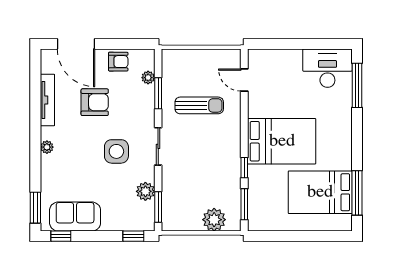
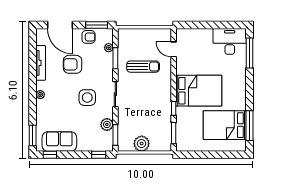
window: (130, 44) -> (97, 25), added
armchair: (95, 102) -> (73, 64), turned 180
plant: (214, 220) -> (142, 144), moved

